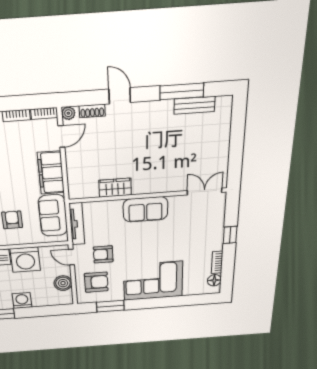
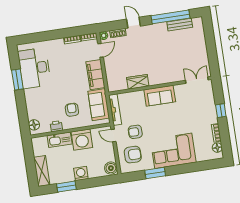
window: (182, 91) -> (170, 17), width x1.46
boiler: (63, 283) -> (111, 168), moved
window: (110, 306) -> (155, 173), moved

